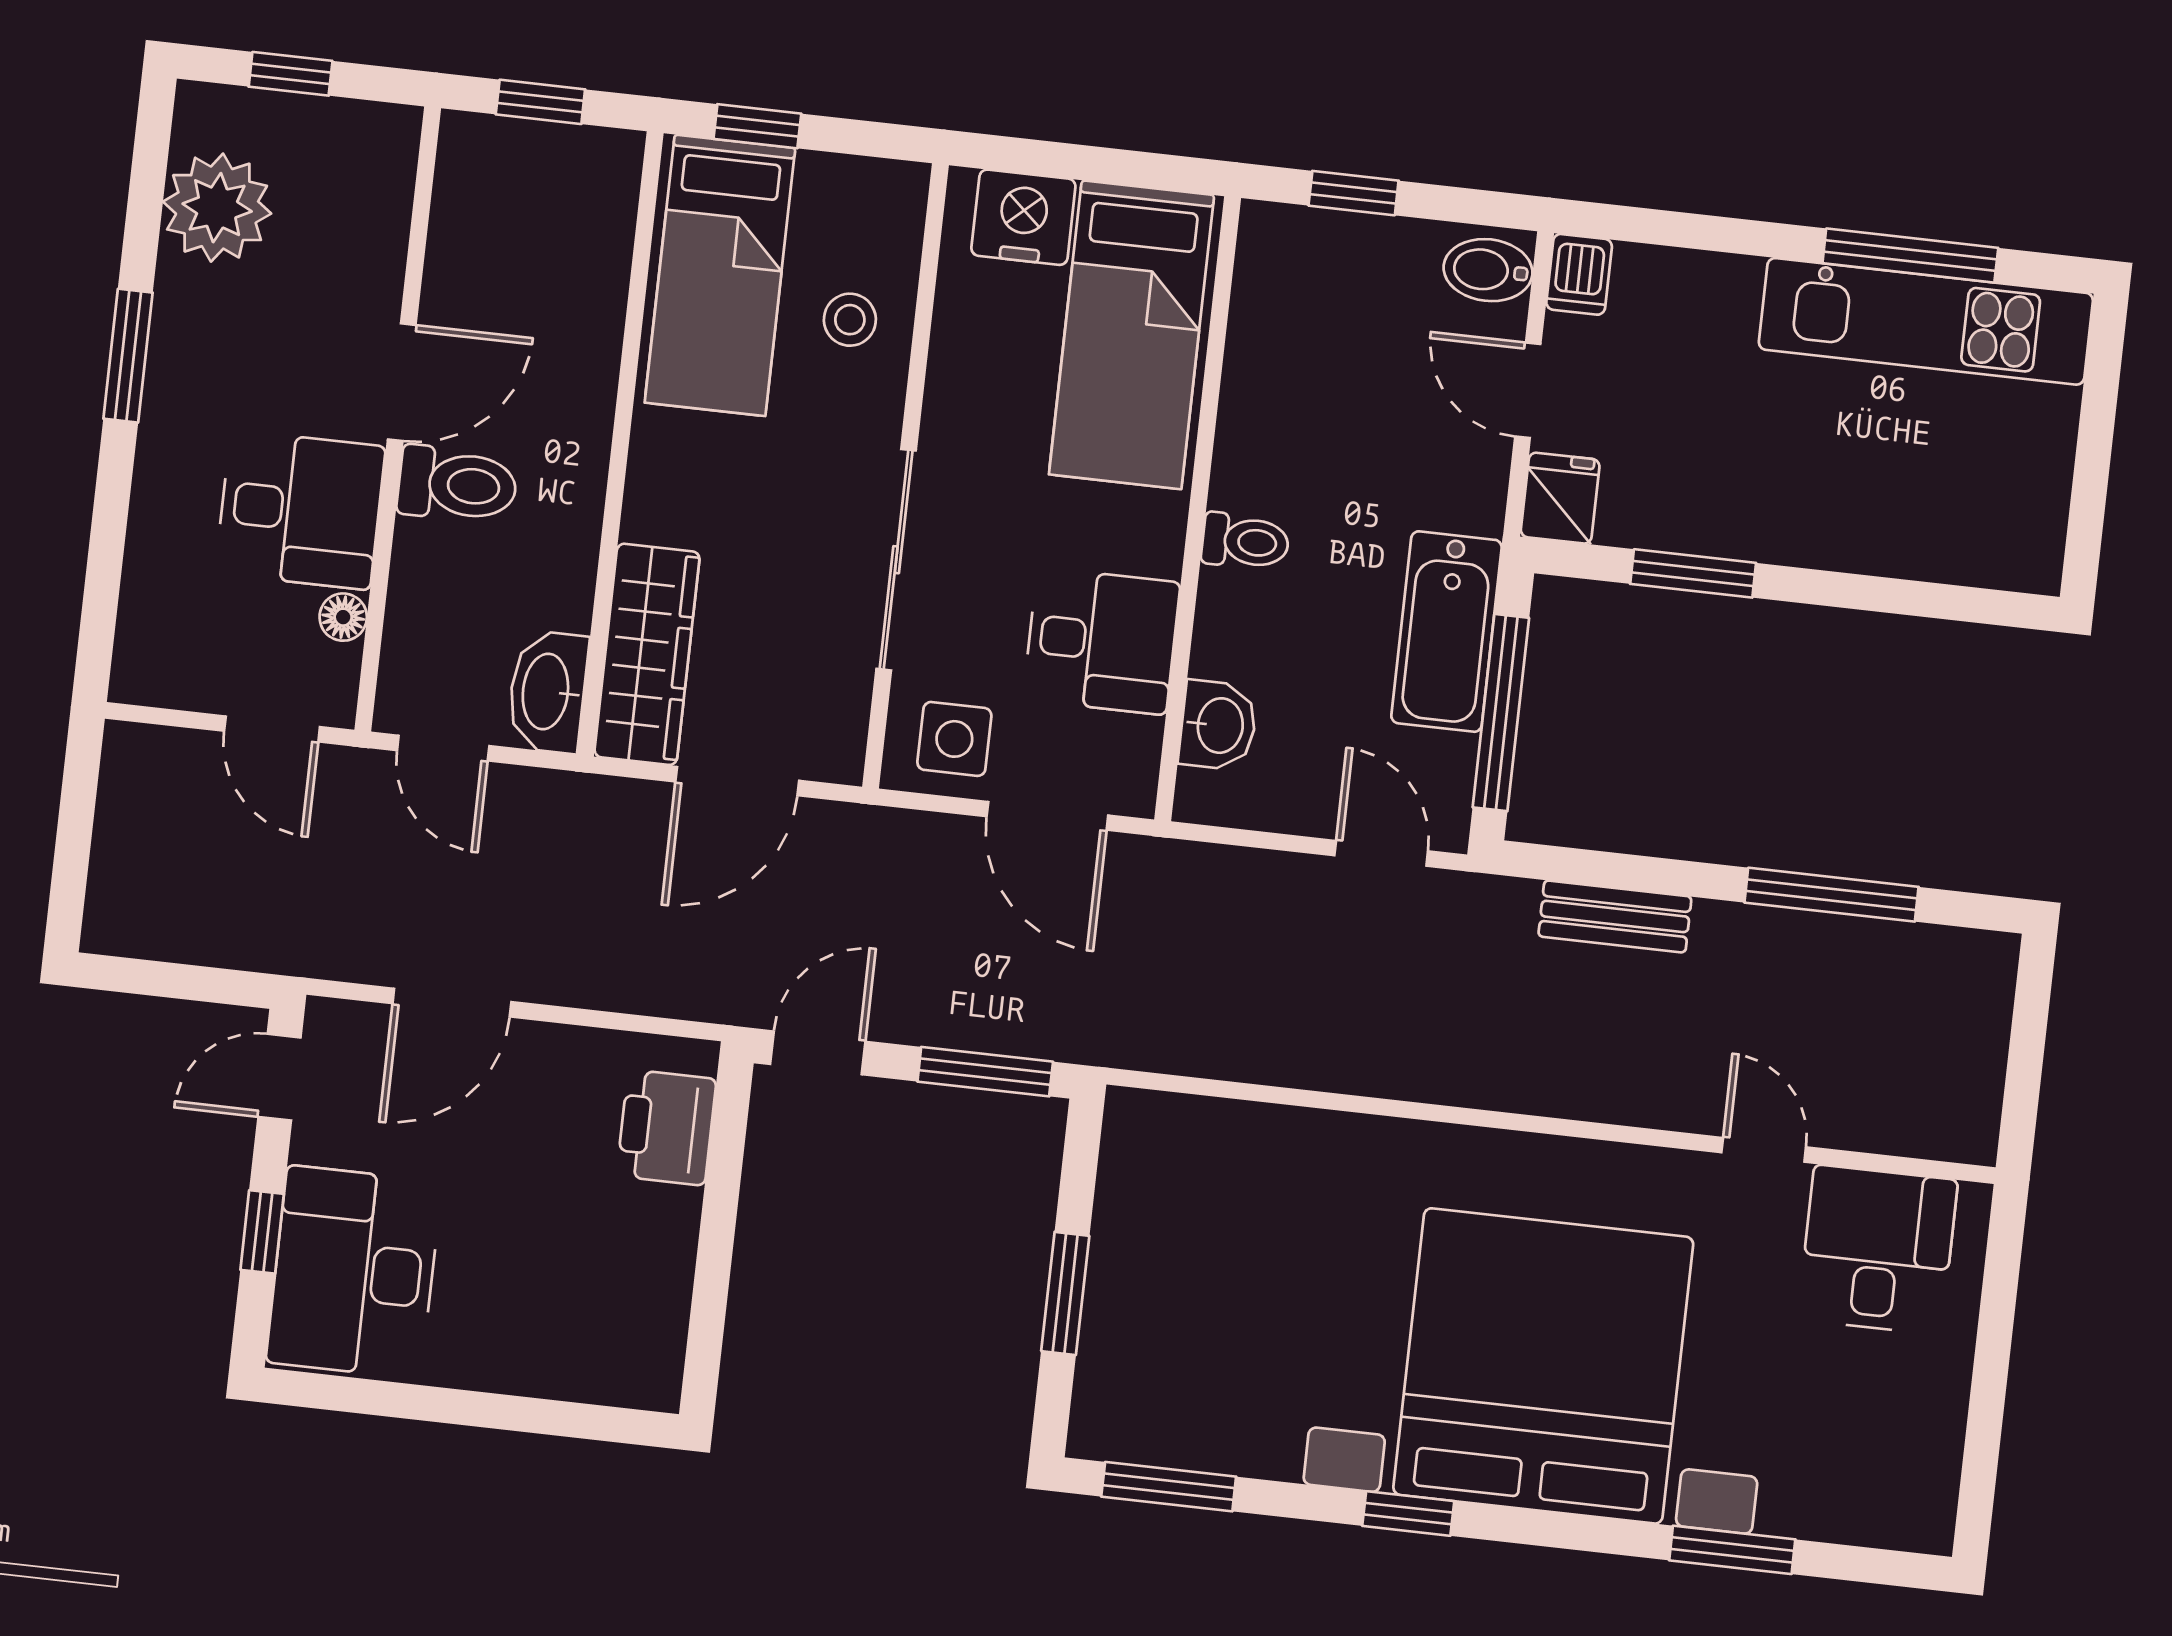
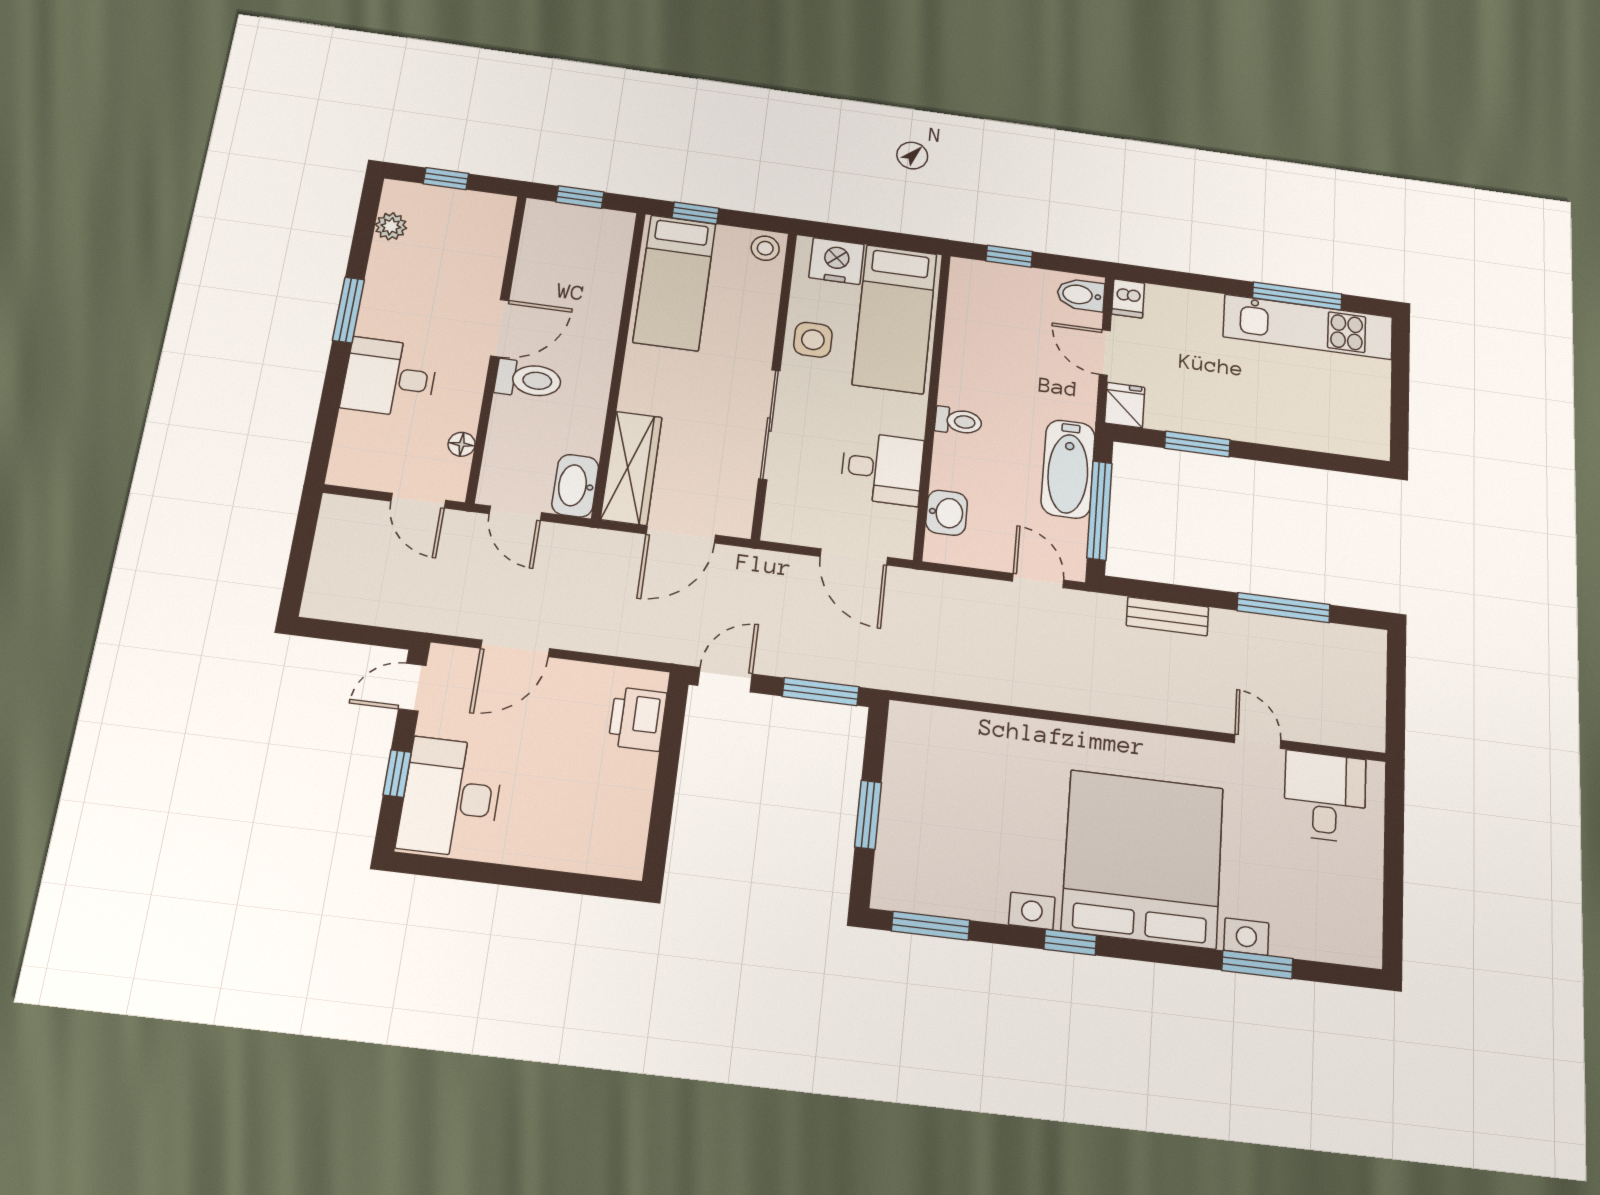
plant: (217, 208) -> (391, 226), width x0.53, depth x0.53
stool: (850, 320) -> (765, 248), moved
desk: (300, 510) -> (390, 378), moved, turned 180
side table: (954, 739) -> (813, 340), moved

